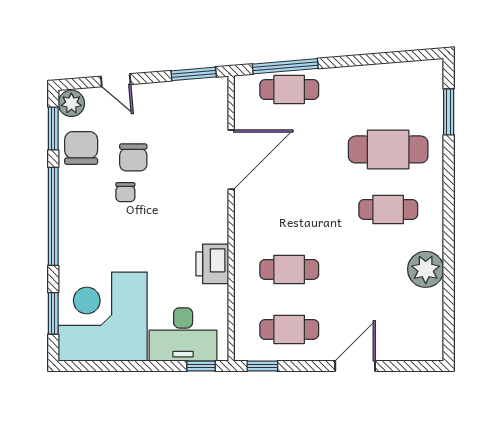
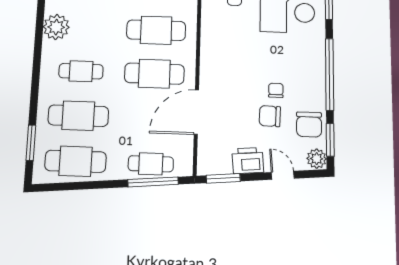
cafe table: (388, 90) -> (76, 161), added
chair: (133, 157) -> (270, 116), turned -88
cafe table: (289, 209) -> (154, 74), added
printer: (212, 264) -> (248, 161), moved, turned -95
cafe table: (289, 269) -> (156, 30), width x1.37, depth x1.35

